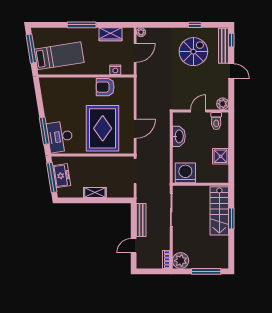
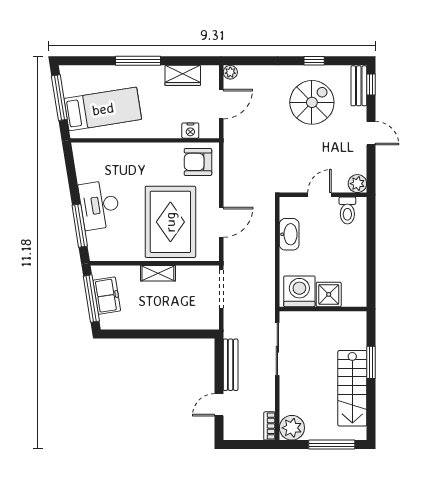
bench: (224, 46) -> (359, 86), width x0.73
armchair: (105, 87) -> (198, 162), moved
desk: (60, 137) -> (99, 205), moved
shower: (221, 156) -> (329, 294), moved
shelving: (95, 193) -> (158, 273), moved
stairs: (219, 211) -> (352, 388), moved

